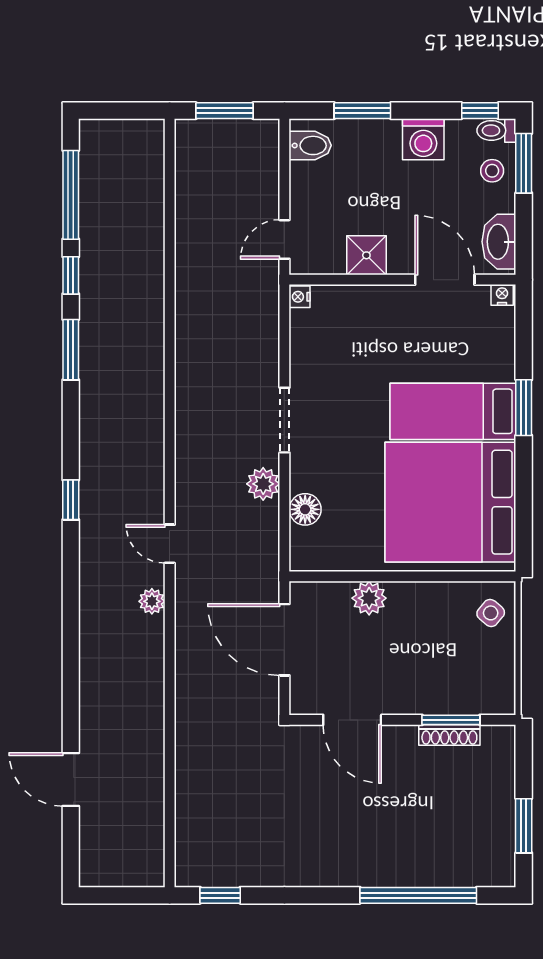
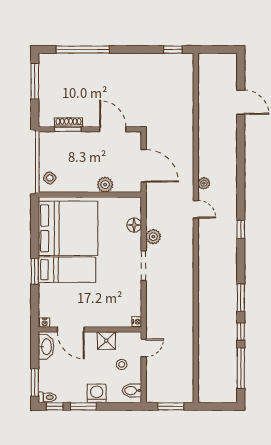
window: (362, 111) -> (83, 406), moved
washing machine: (423, 139) -> (97, 393), moved
stool: (492, 171) -> (122, 364), moved
window: (524, 826) -> (35, 81), width x1.44

